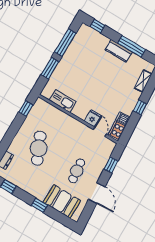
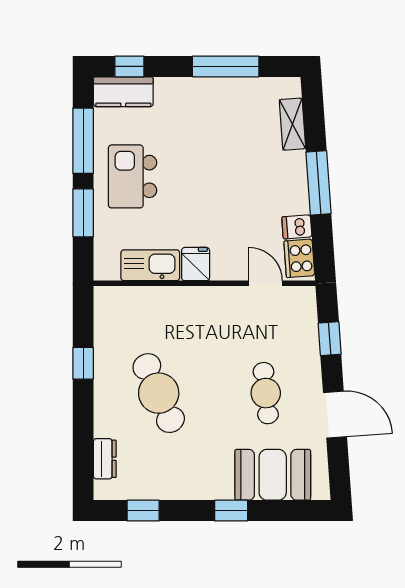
kitchen counter: (119, 51) -> (123, 92), moved
kitchen island: (75, 66) -> (133, 176), added
window: (140, 107) -> (319, 183), width x2.17
window: (26, 109) -> (83, 363), moved
fridge: (92, 118) -> (196, 264), moved

